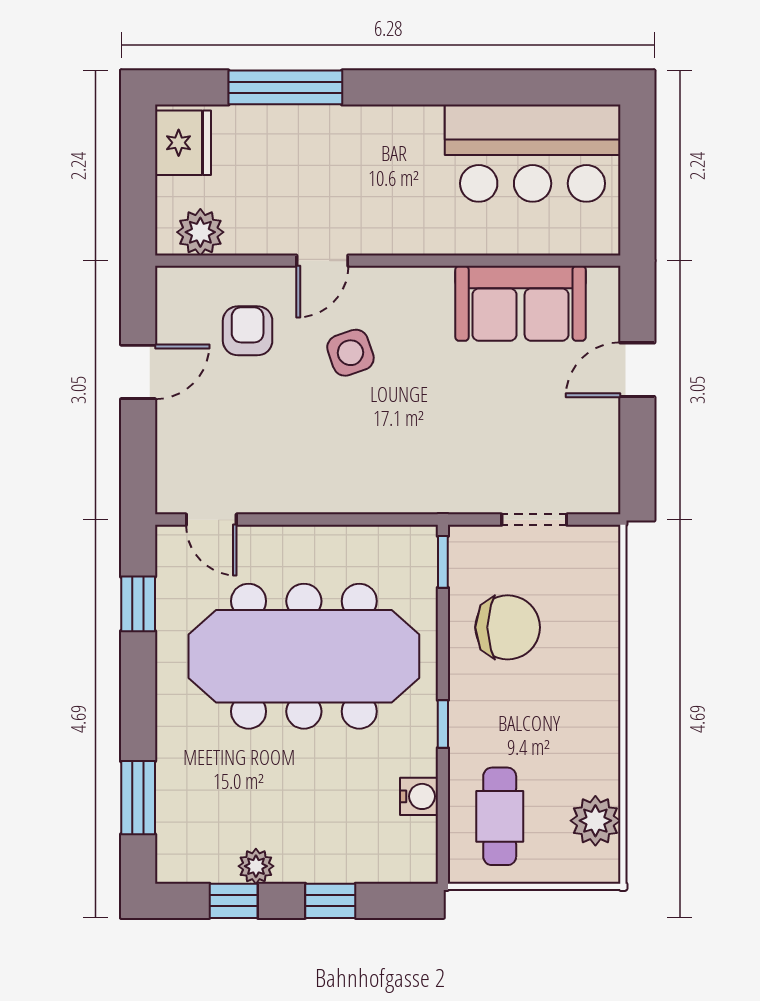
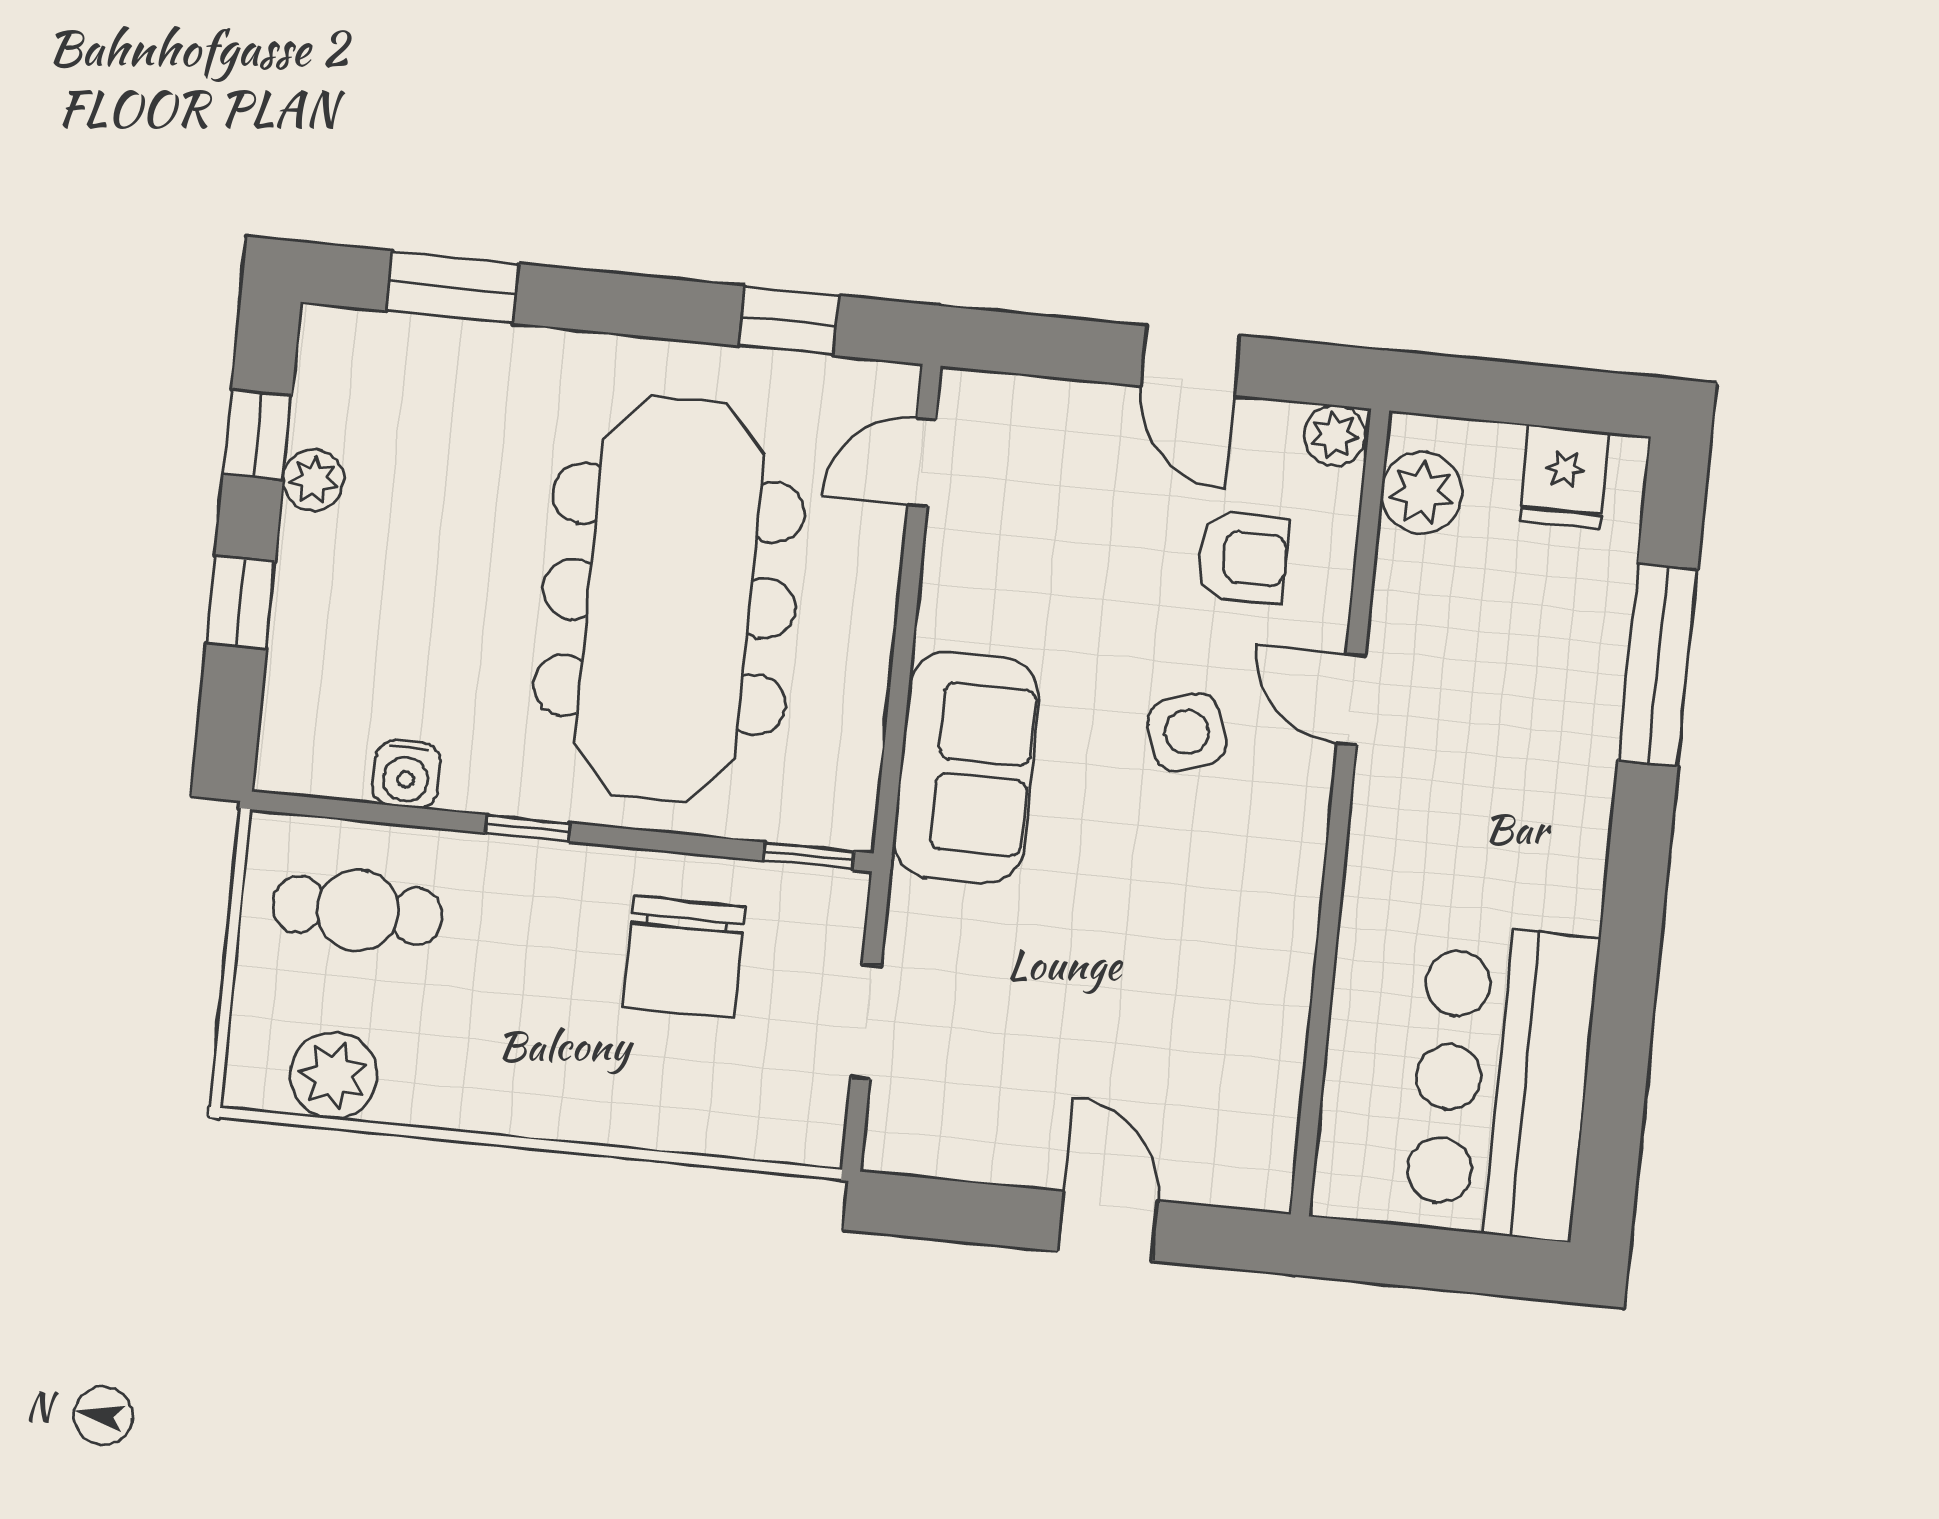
fridge: (183, 143) -> (1564, 477), width x0.72
plant: (173, 285) -> (1335, 436), added
sofa: (521, 303) -> (966, 768), moved, turned 180

